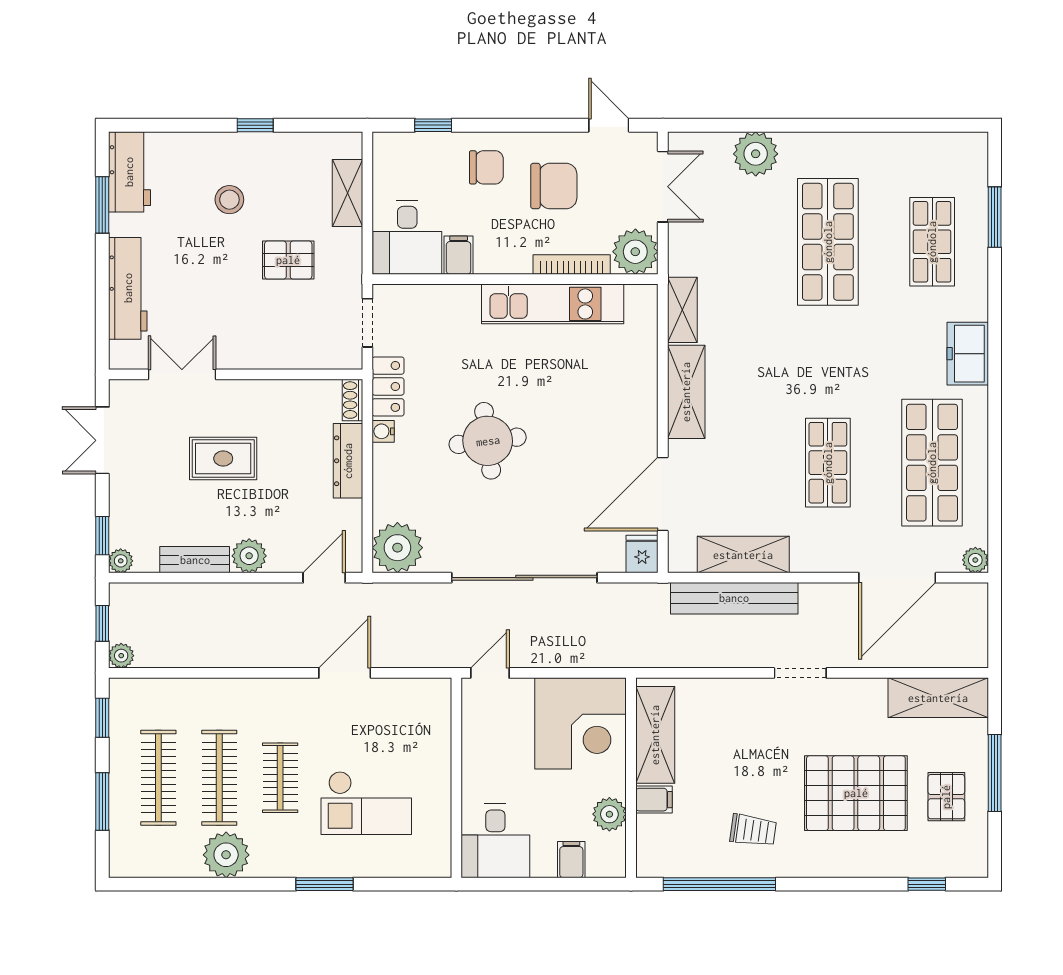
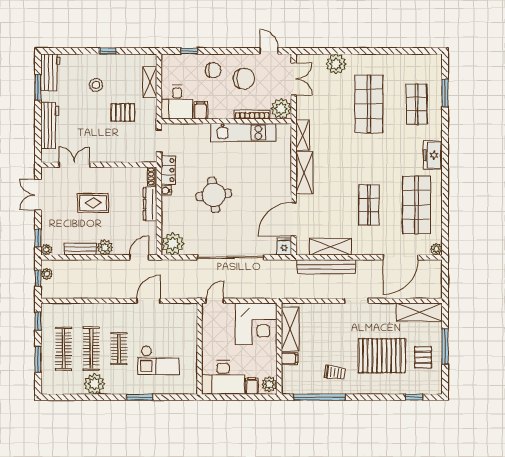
plant: (121, 656) -> (47, 274), moved
plant: (609, 814) -> (269, 384), moved
desk: (495, 841) -> (223, 377), width x1.37

